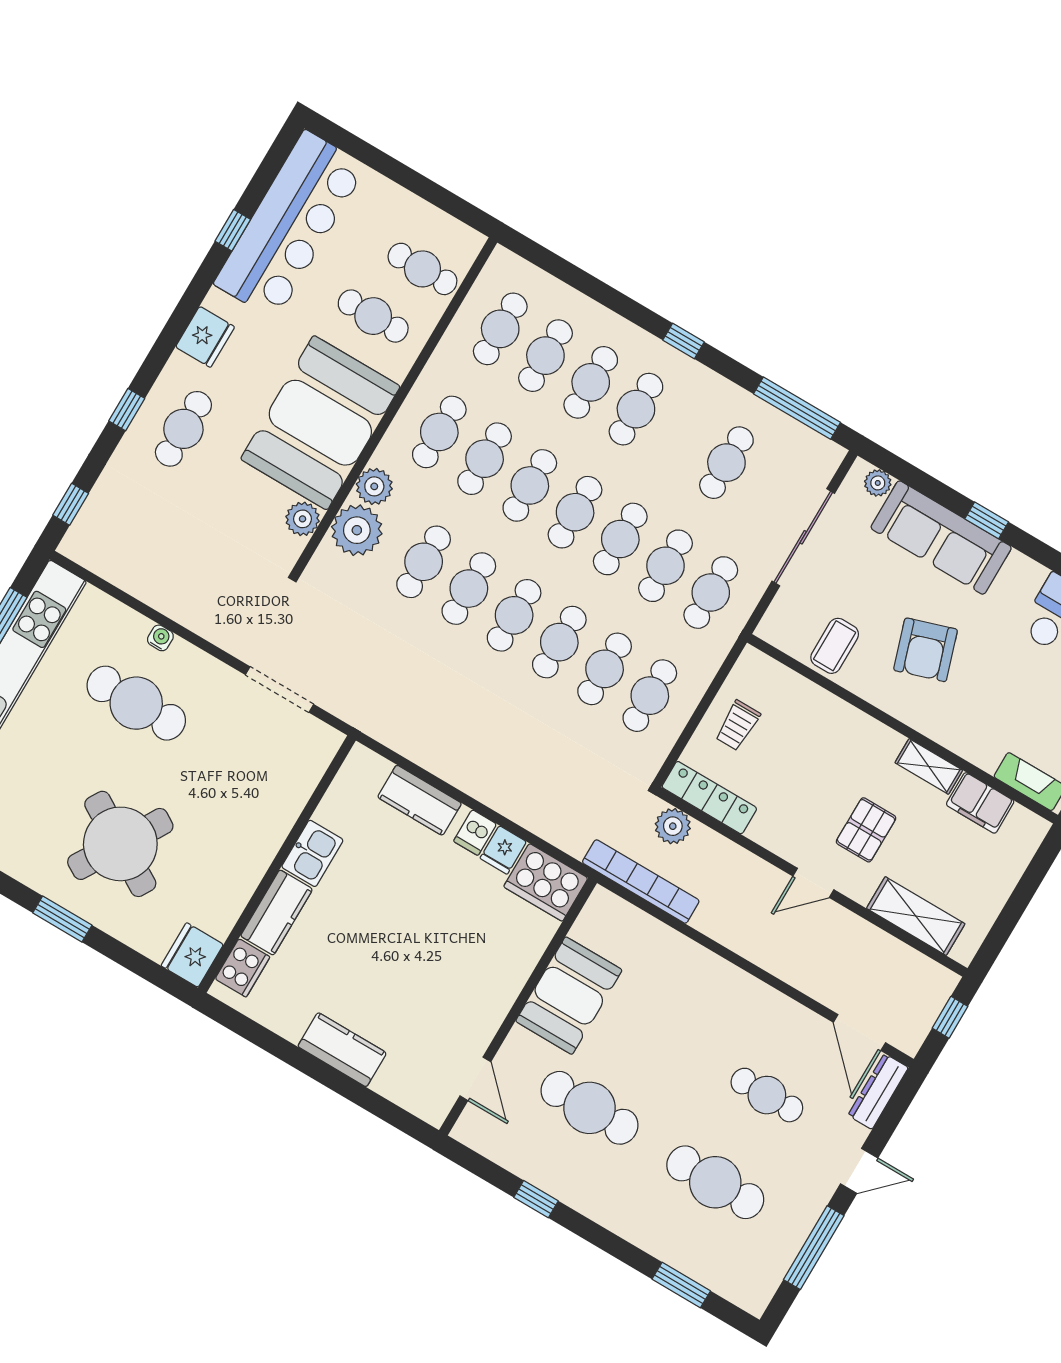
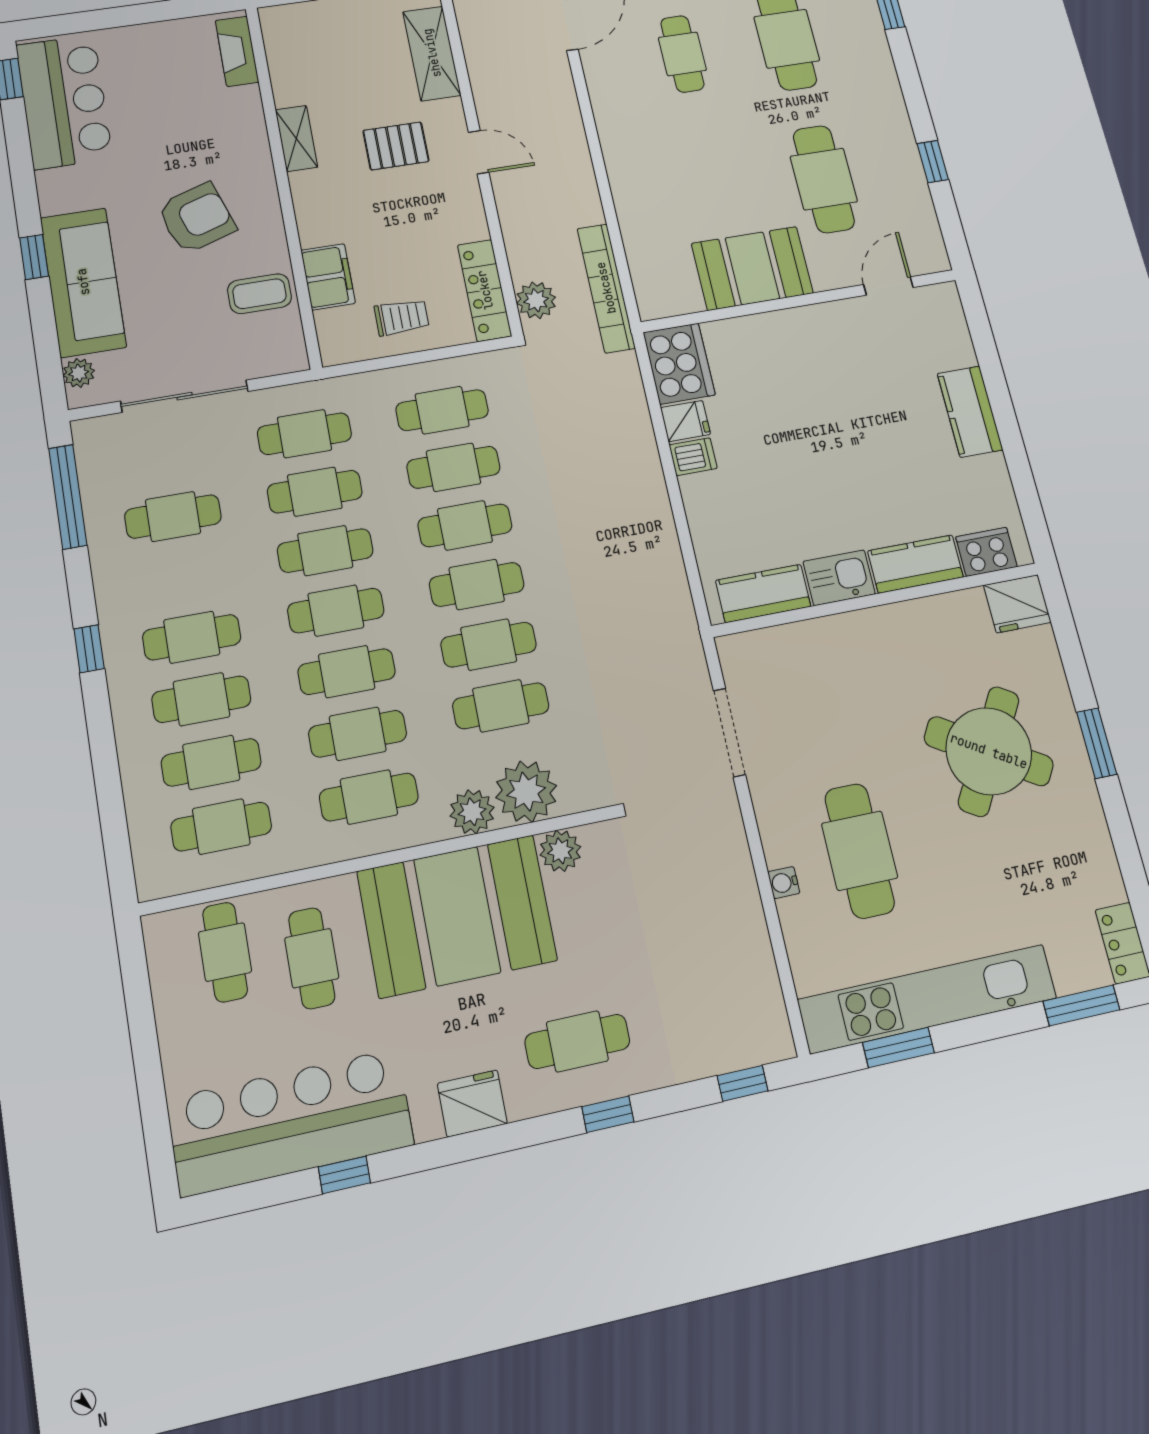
kitchen counter: (419, 800) -> (763, 593), moved, turned -90
filing cabinet: (980, 803) -> (328, 277), moved

